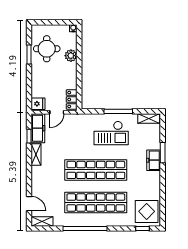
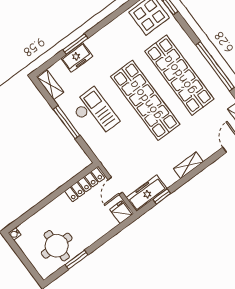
plant: (71, 56) -> (45, 215), removed
locker: (72, 99) -> (85, 185), width x1.53
door: (57, 112) -> (115, 186), swing flipped
shelving: (36, 155) -> (188, 165), moved
freezer: (154, 160) -> (77, 57), moved

